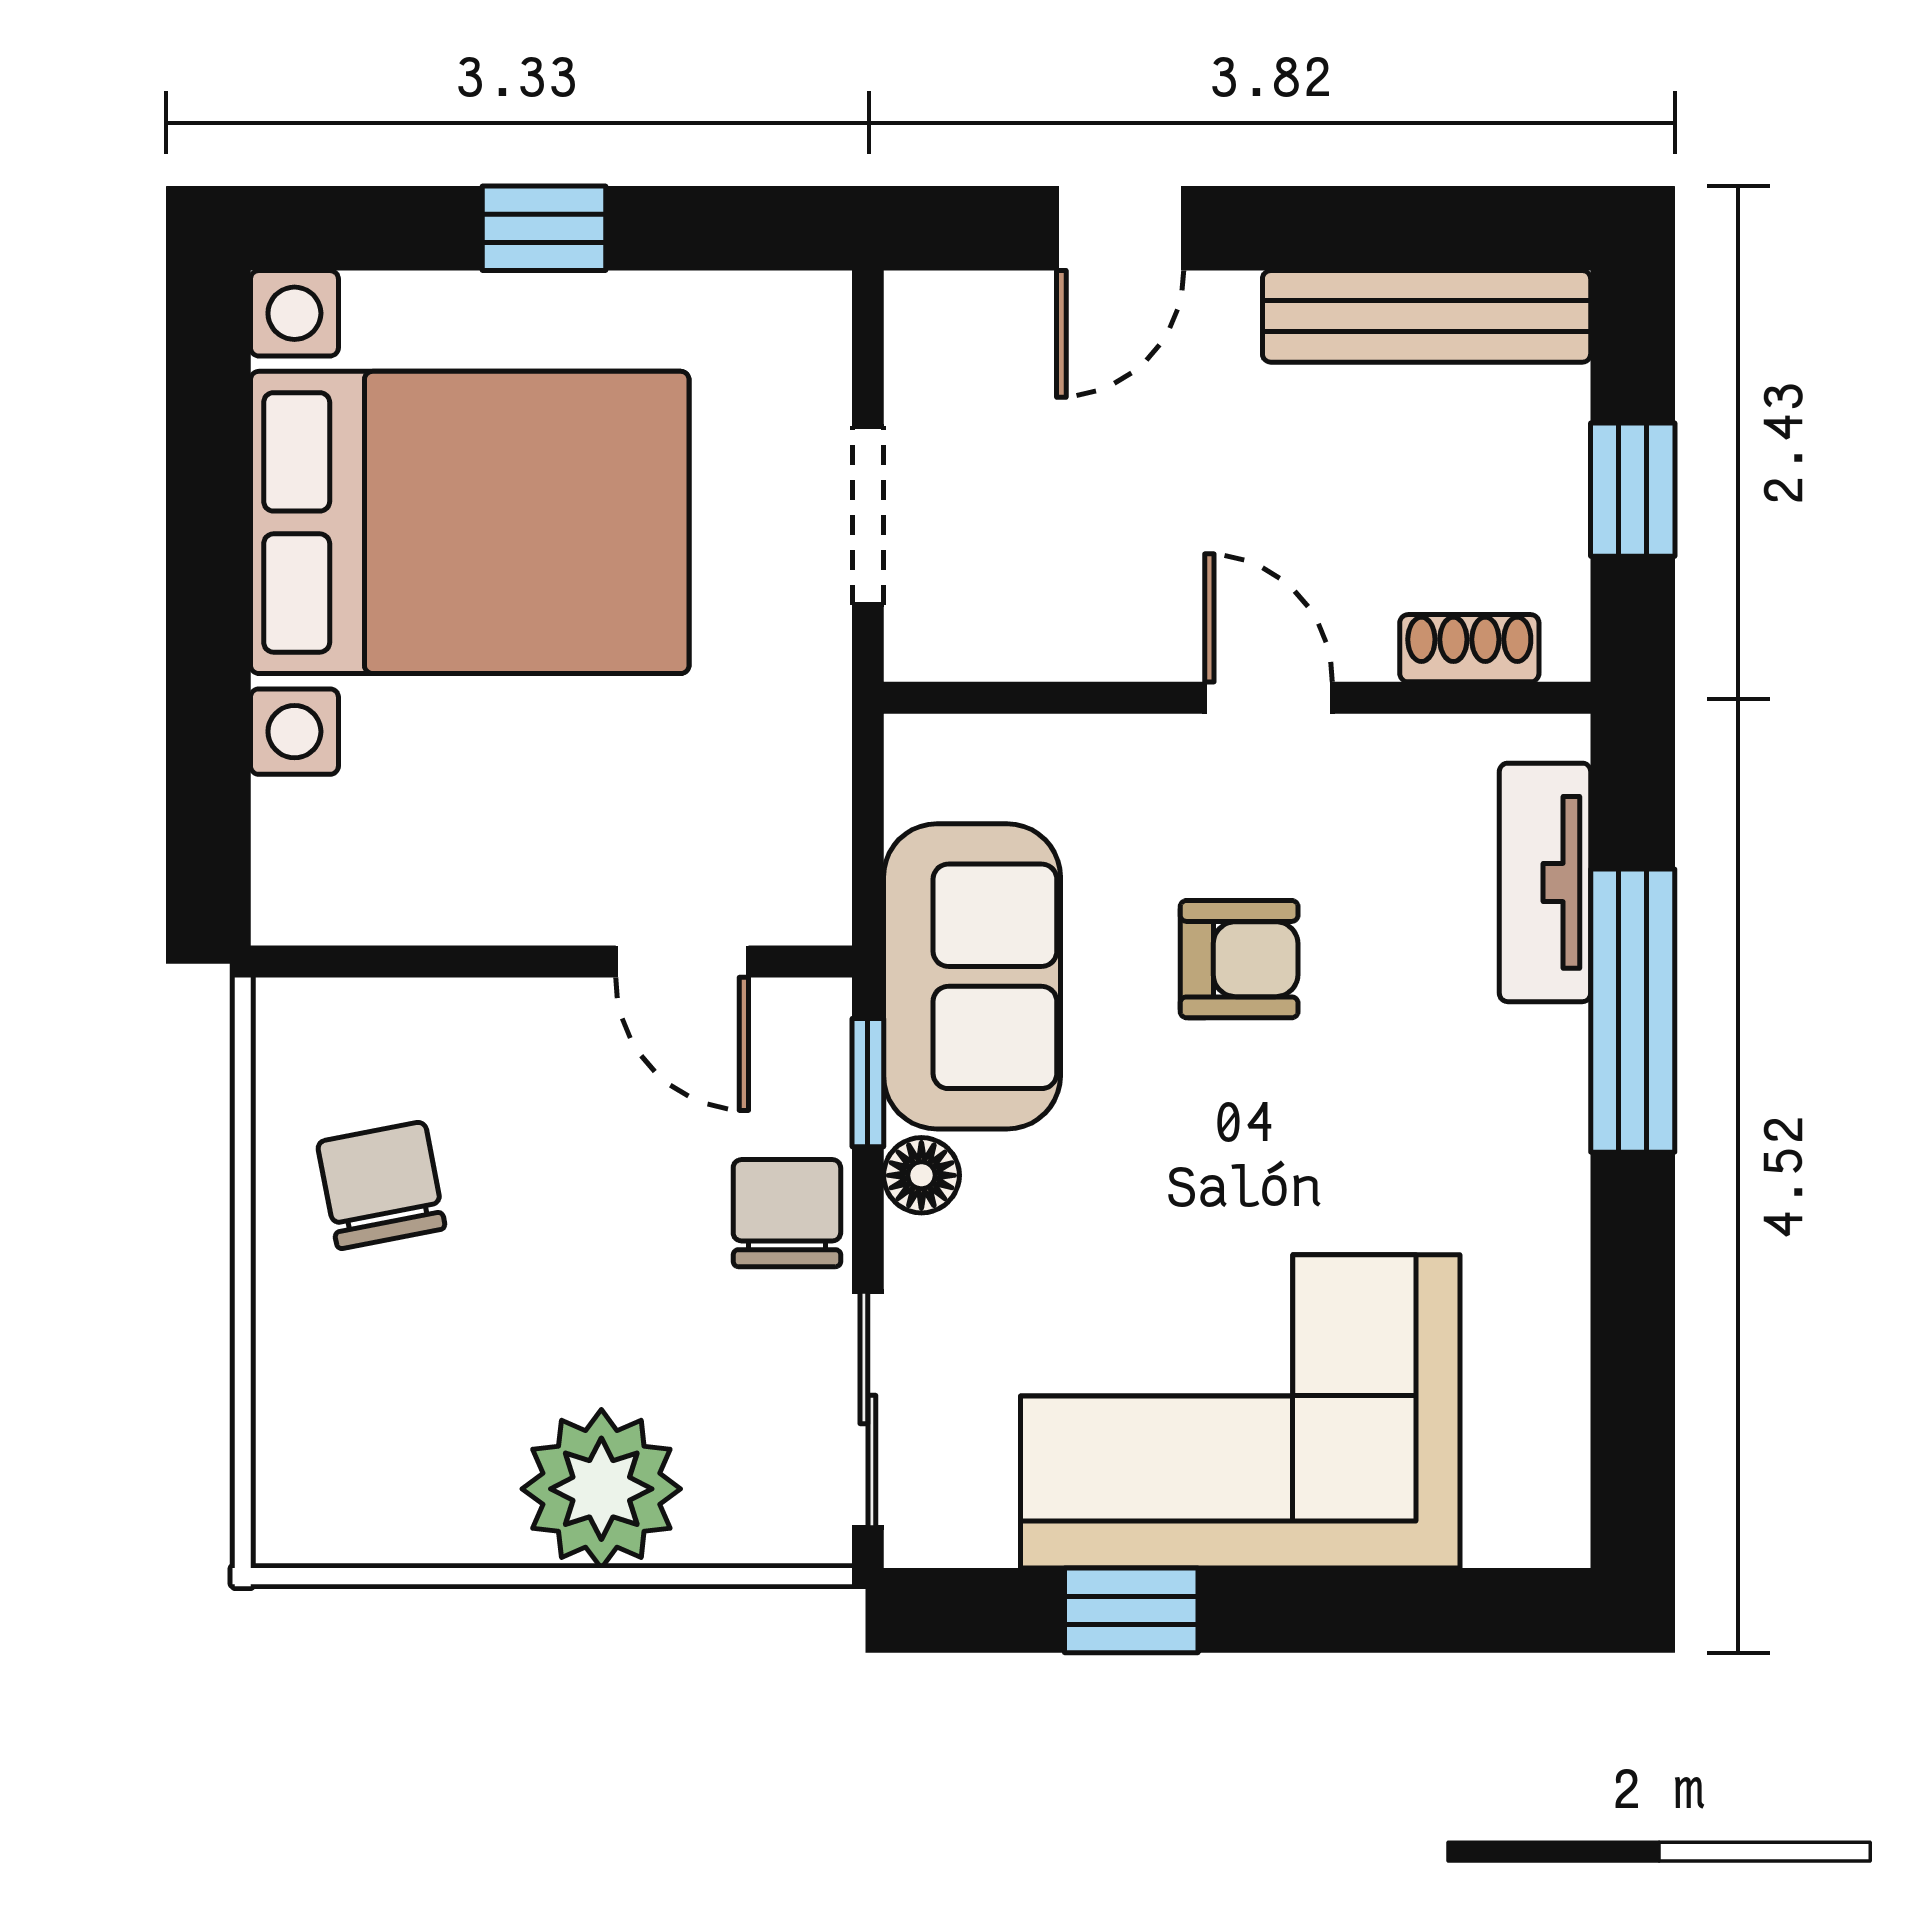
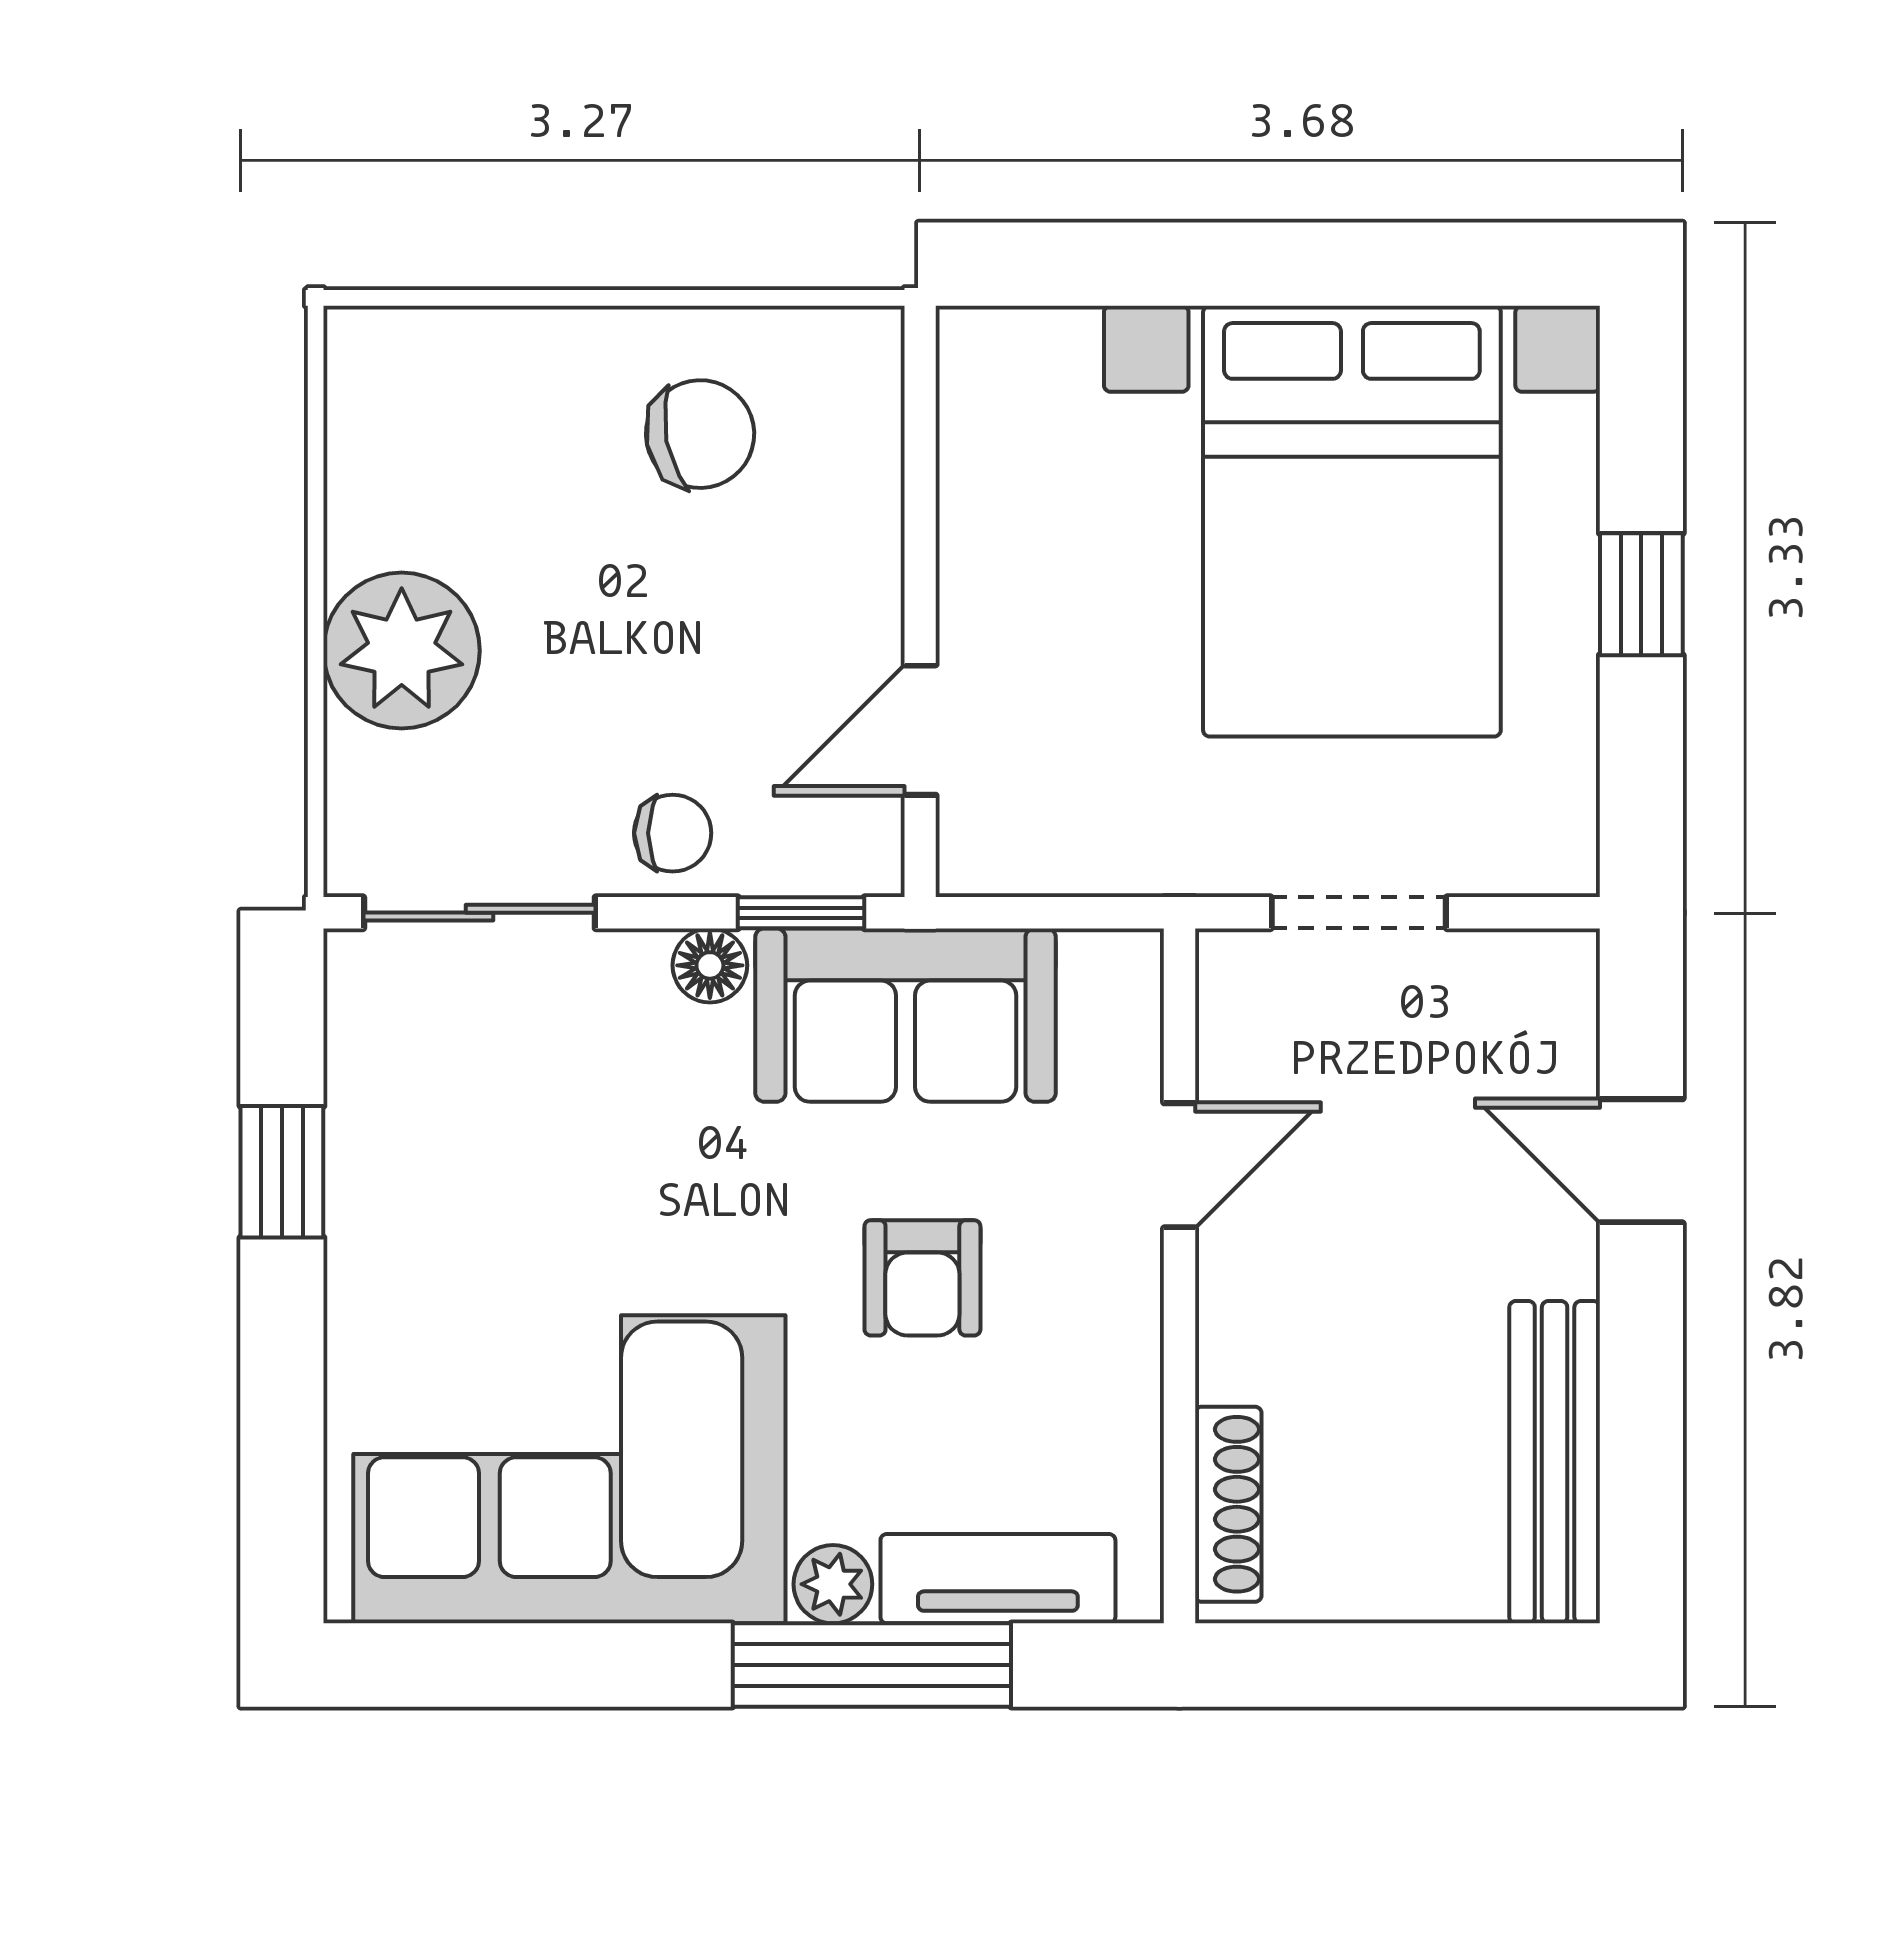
window: (1633, 490) -> (1384, 1665), removed
shoe rack: (1469, 648) -> (1228, 1504), width x1.43
door: (1268, 698) -> (1180, 1165), moved
plant: (1551, 1050) -> (833, 1584), added
chair: (787, 1213) -> (673, 833), width x0.73, depth x0.73
corner sofa: (1240, 1411) -> (569, 1469), moved, turned -90

